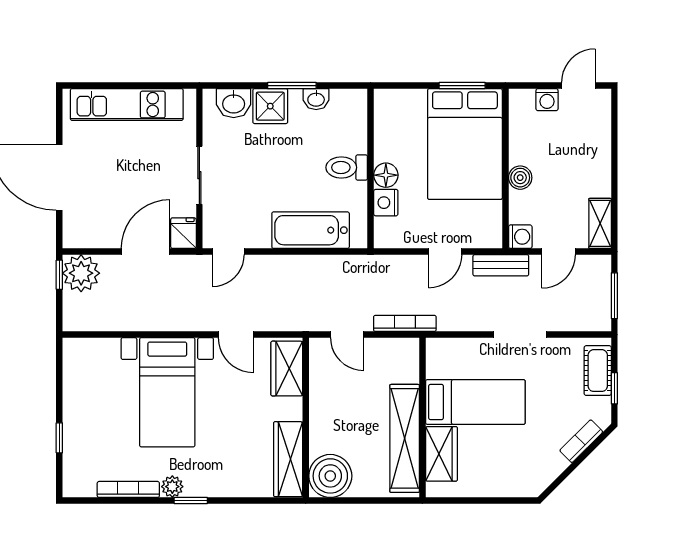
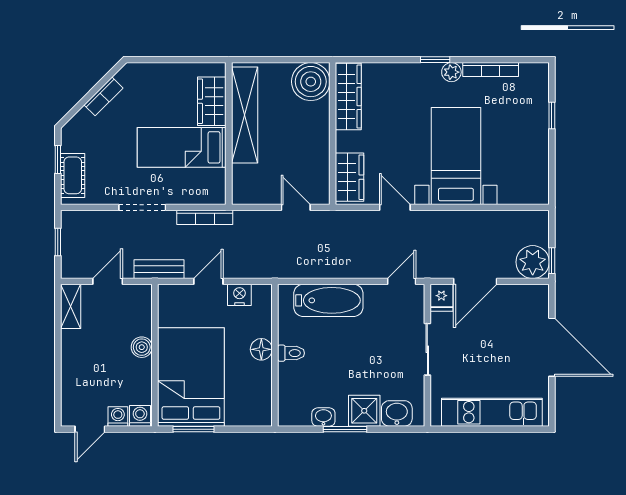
toilet: (347, 167) -> (291, 353), width x0.73, depth x0.72
nightstand: (386, 203) -> (239, 295), moved, turned -90
washing machine: (520, 237) -> (140, 416), moved, turned 90
window: (614, 296) -> (58, 242), width x0.67
bookcase: (405, 323) -> (205, 217), moved
bookcase: (581, 441) -> (103, 96), moved

